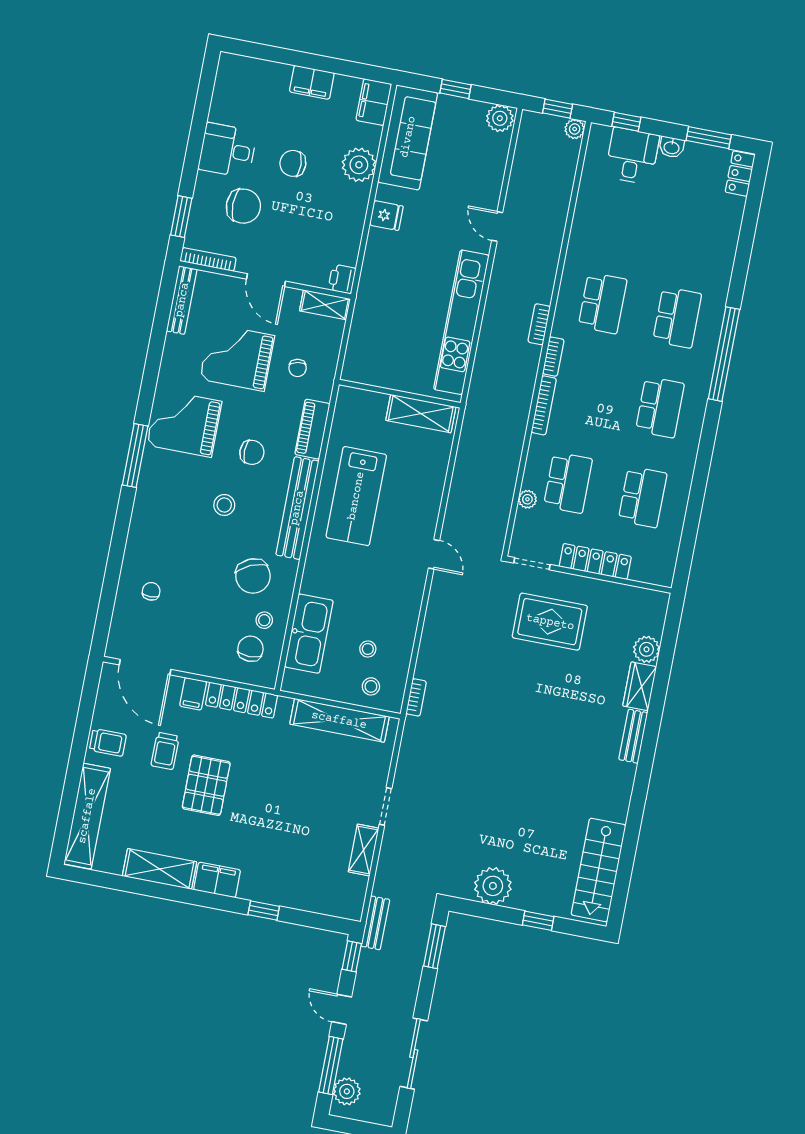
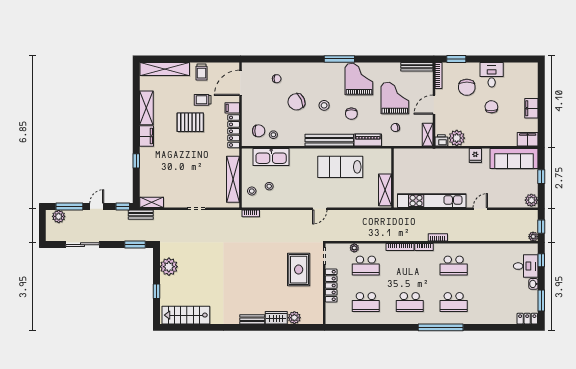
plant: (359, 165) -> (457, 138), moved
chair: (253, 576) -> (296, 102), moved
shelving: (364, 850) -> (152, 202), moved

